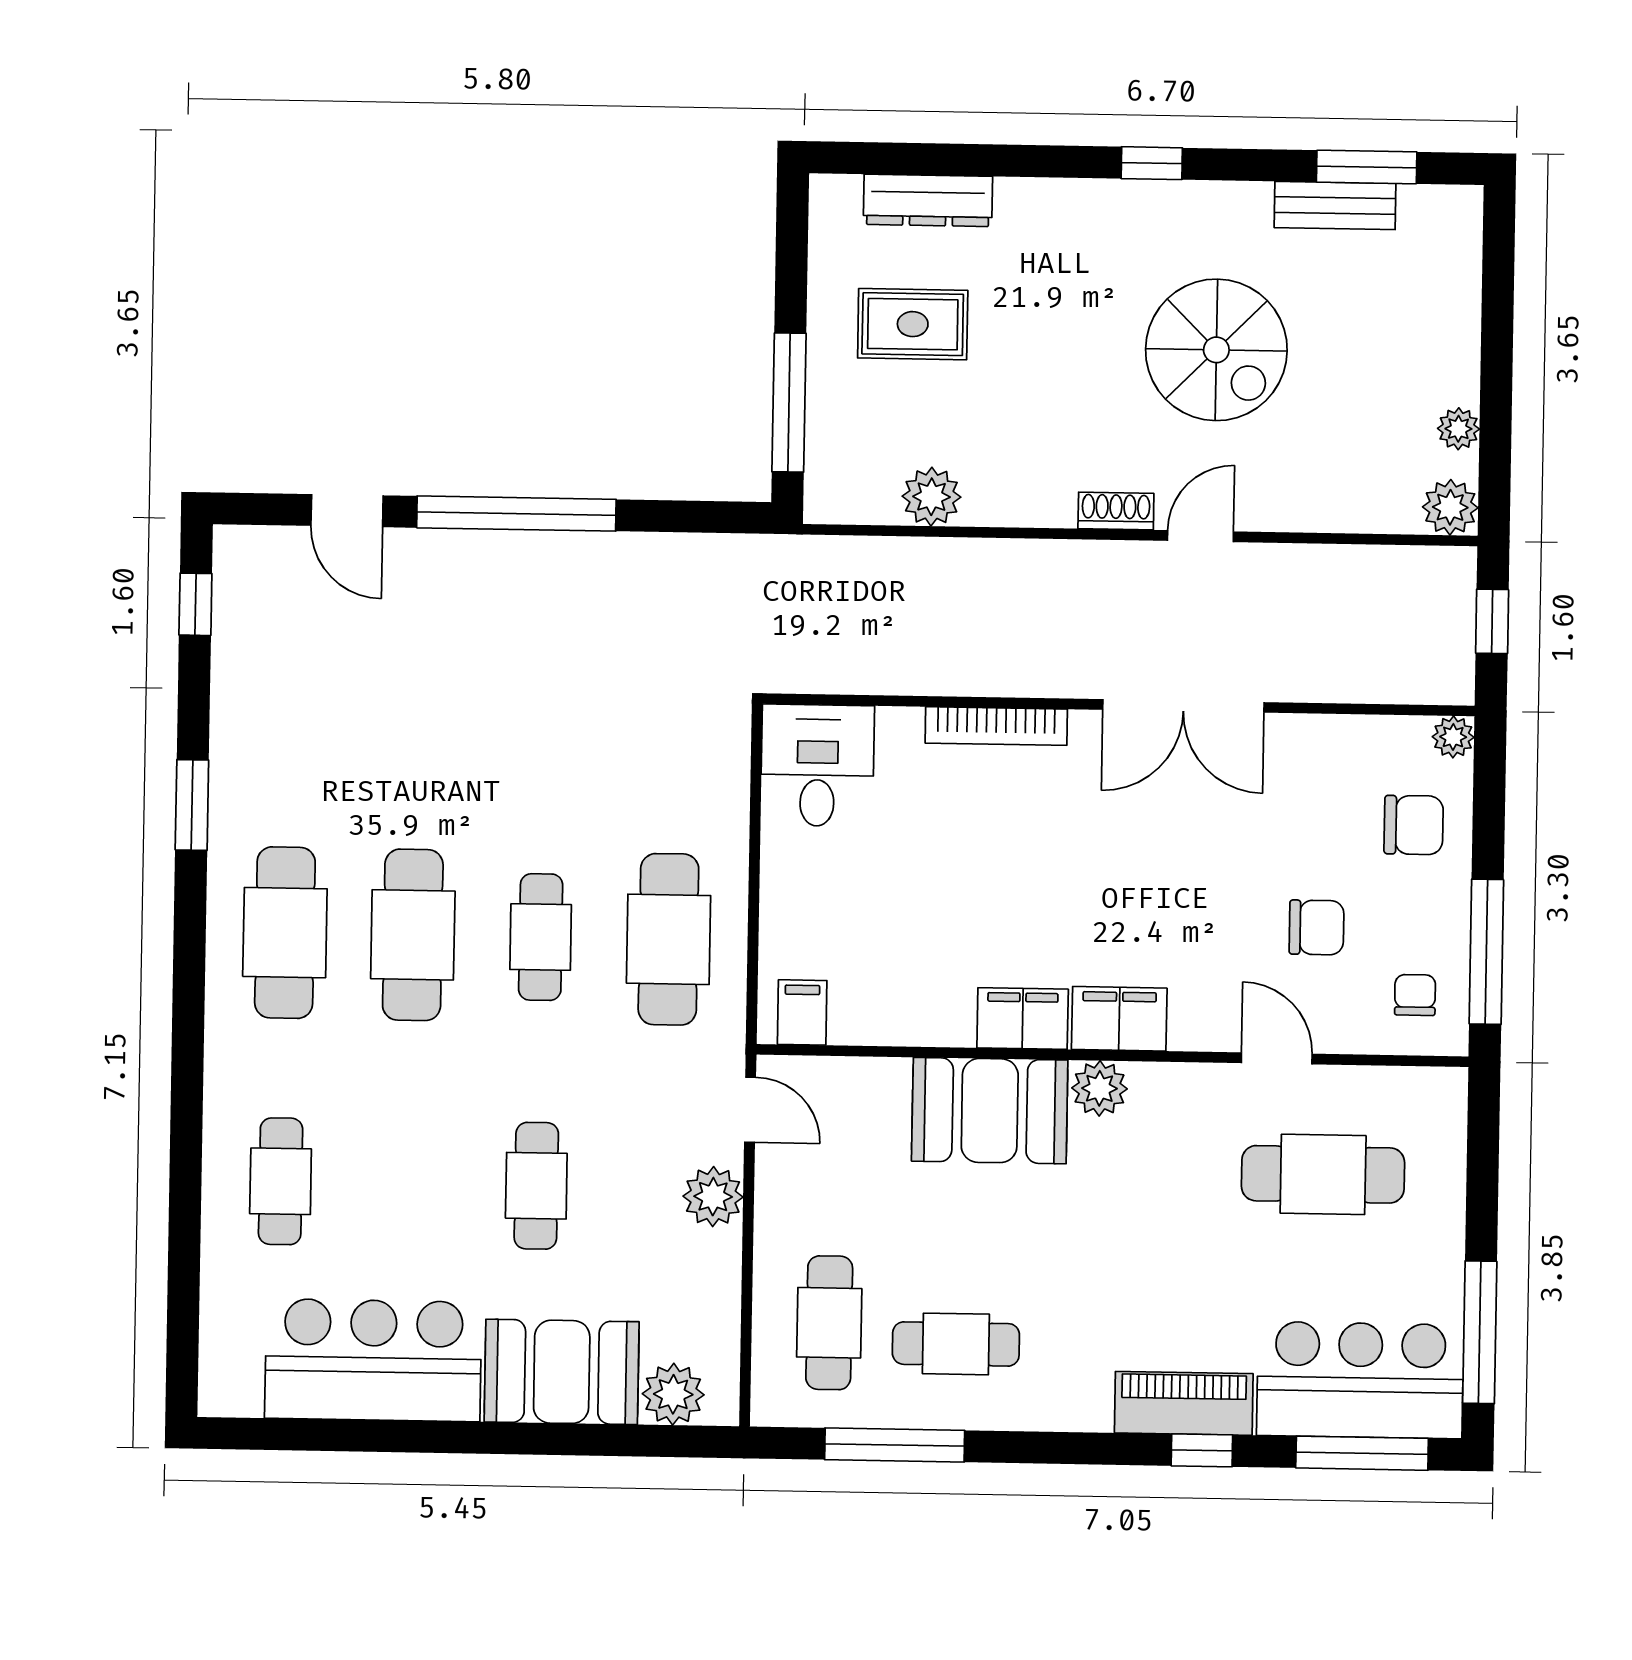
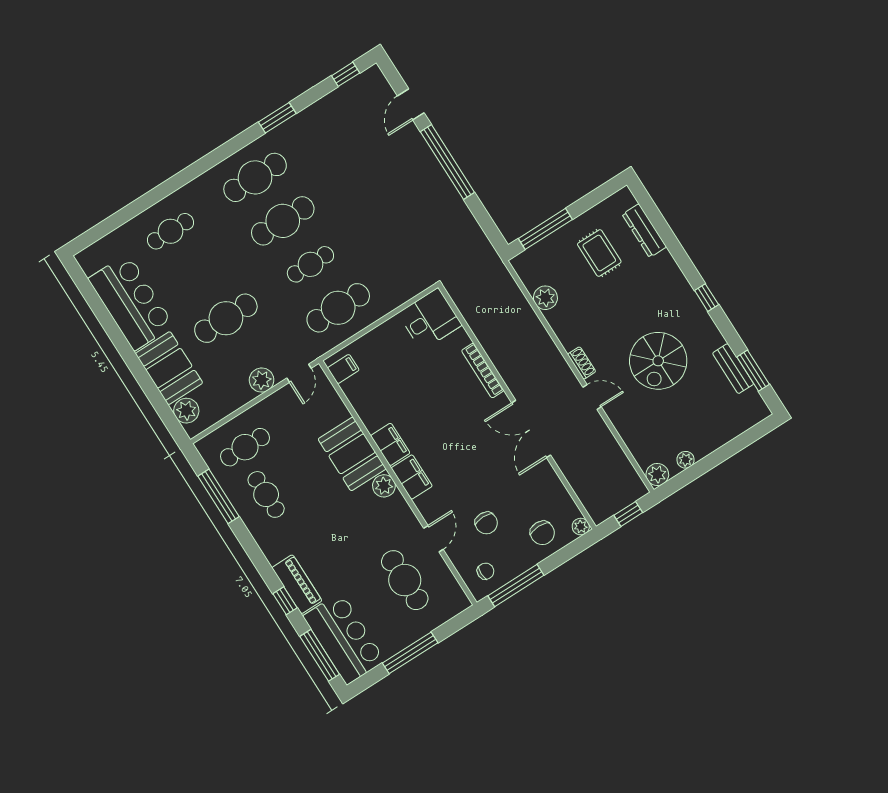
cafe table: (536, 1186) -> (226, 318), width x1.37, depth x1.35
window: (1480, 1332) -> (410, 653), moved

